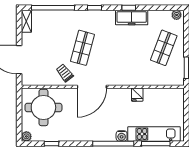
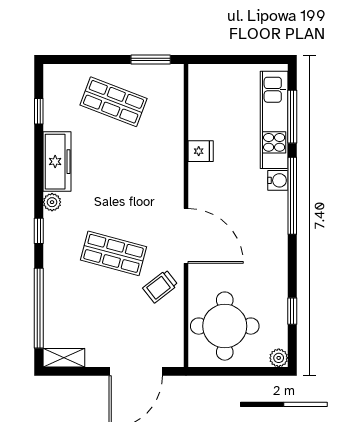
window: (129, 8) -> (39, 111), moved
plant: (177, 15) -> (52, 202), moved

